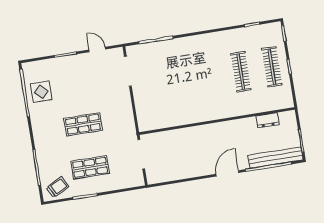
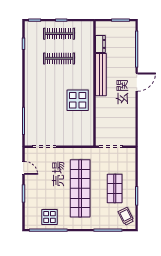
door: (97, 49) -> (24, 168), swing flipped
display table: (193, 103) -> (78, 100), added
shop shelf: (83, 124) -> (80, 188), width x2.00, depth x1.36
bench: (275, 158) -> (101, 75), moved
door: (227, 173) -> (137, 82), swing flipped

